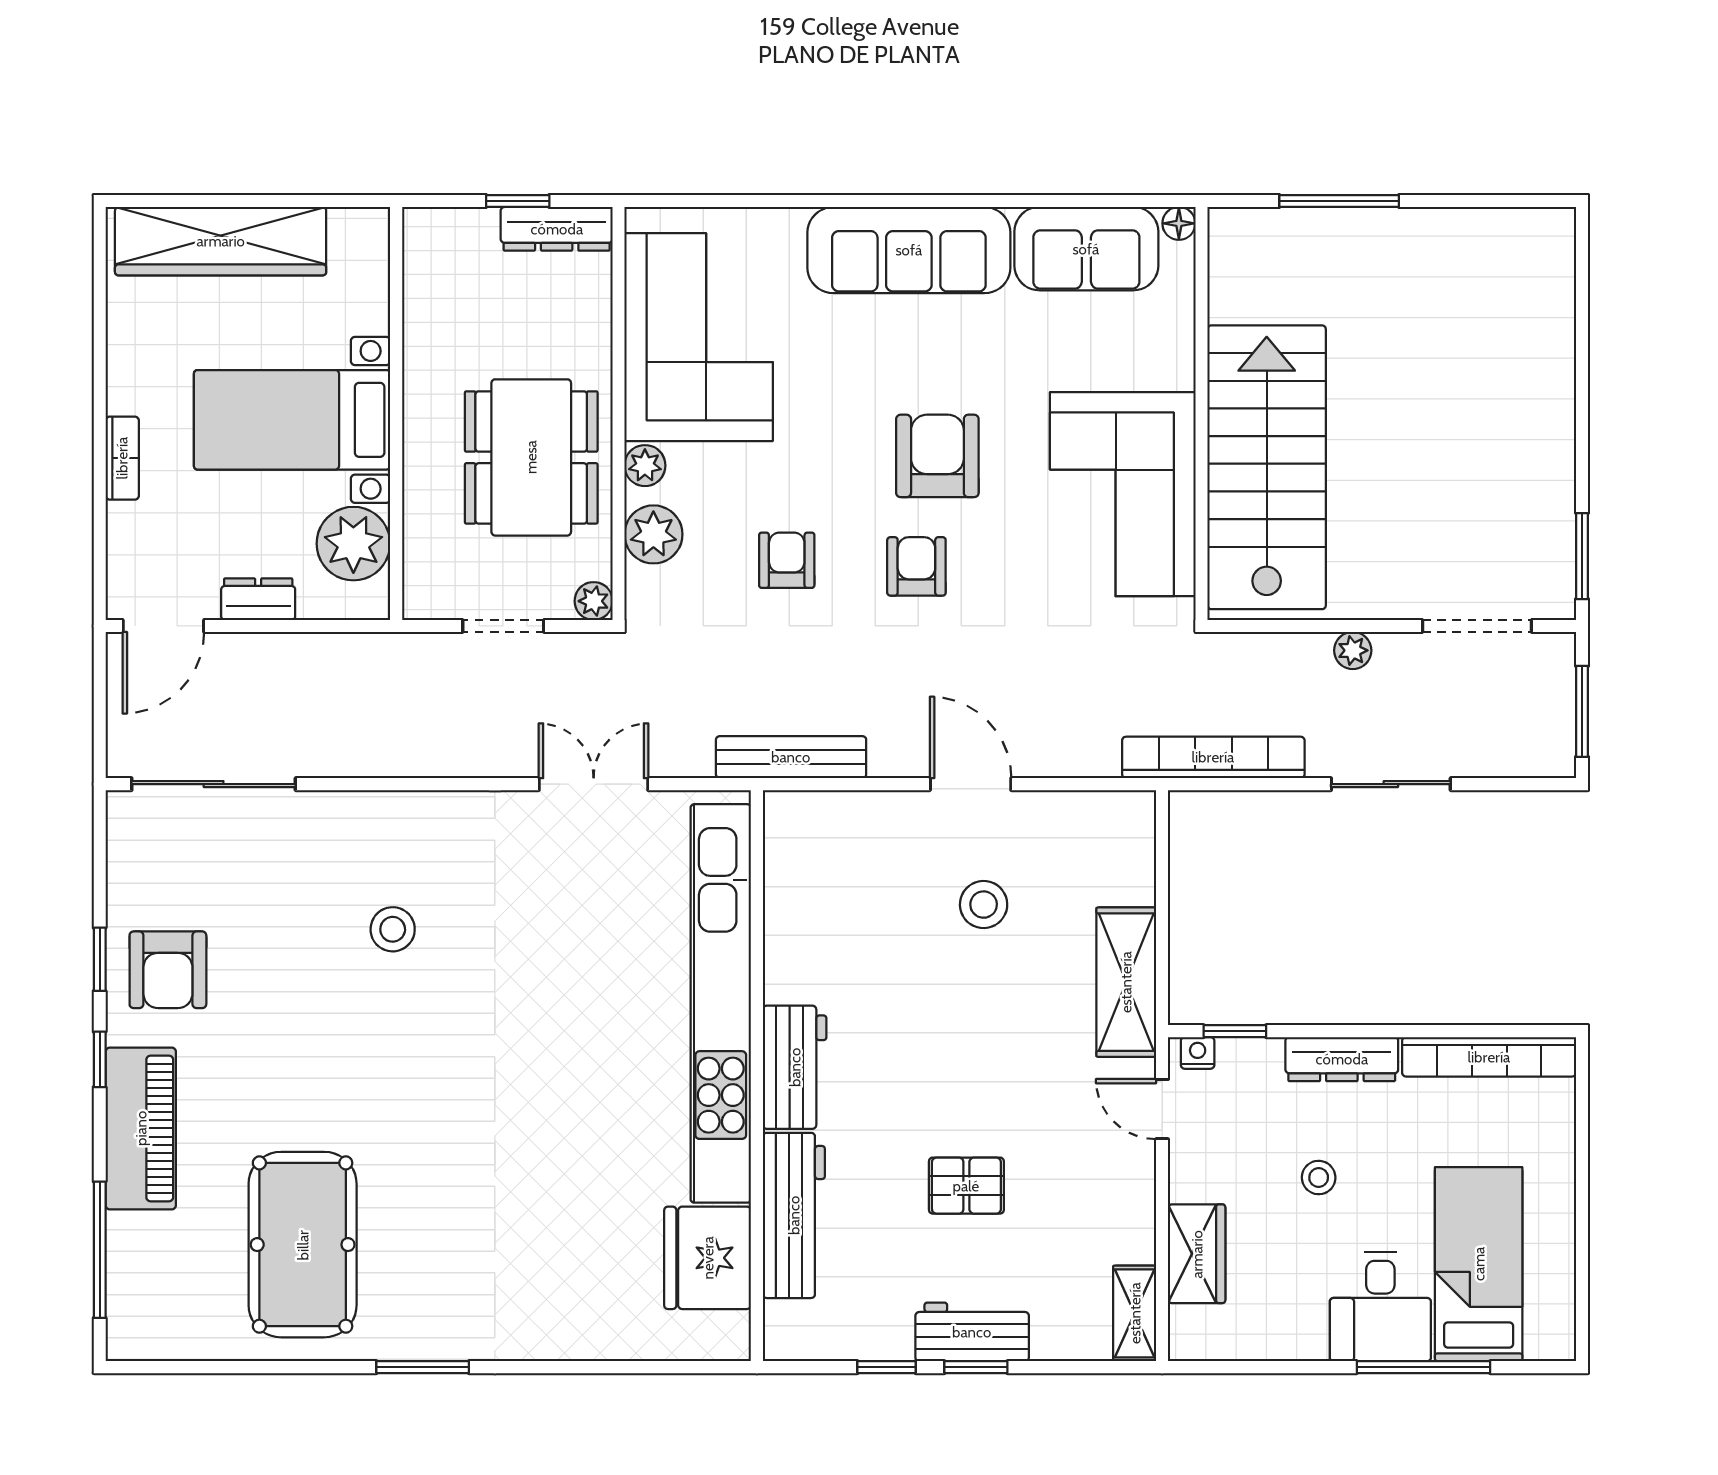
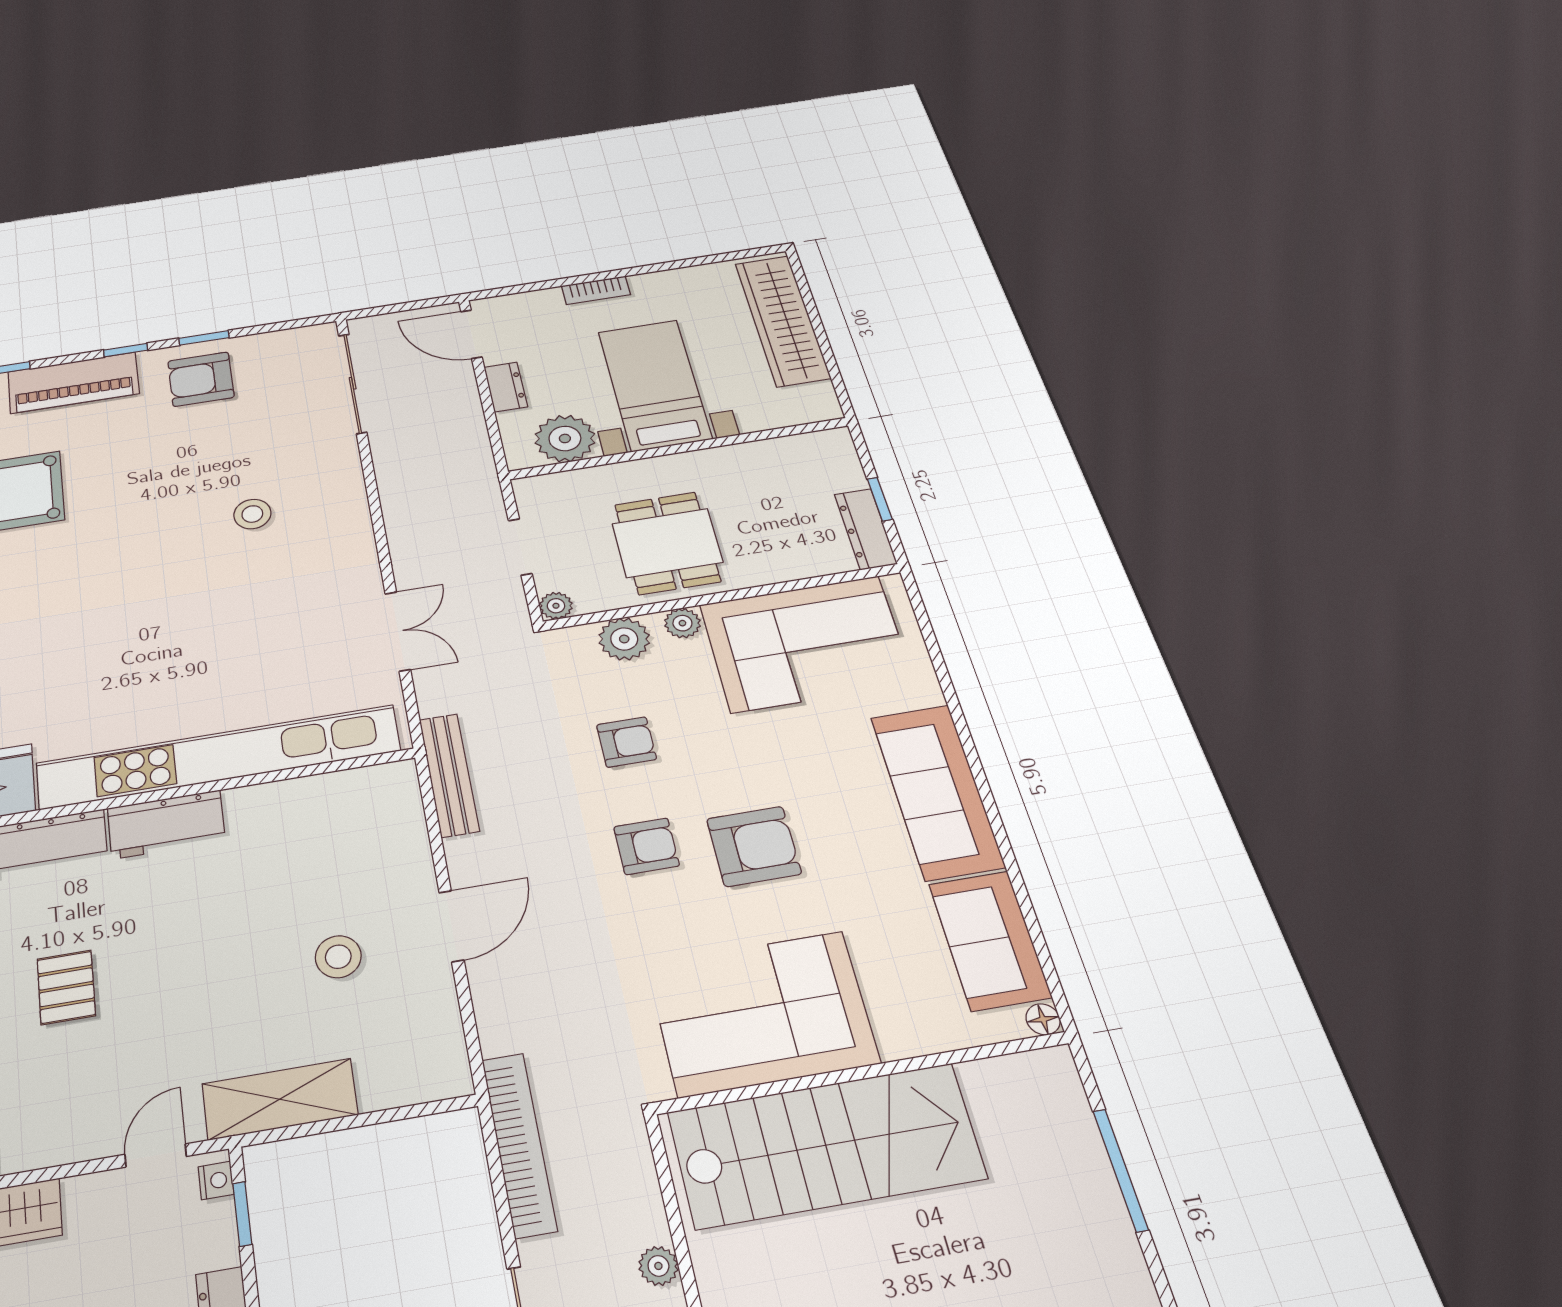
dining table: (531, 457) -> (667, 543), width x0.73

